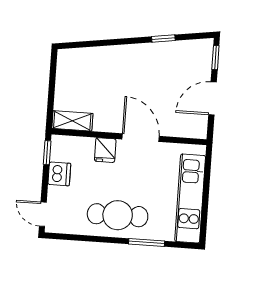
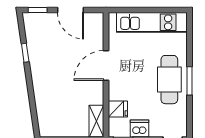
fridge: (105, 150) -> (118, 109), moved
window: (147, 242) -> (190, 81), moved

